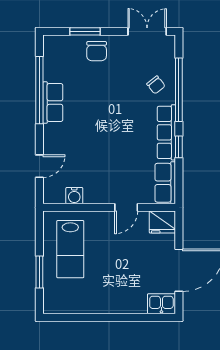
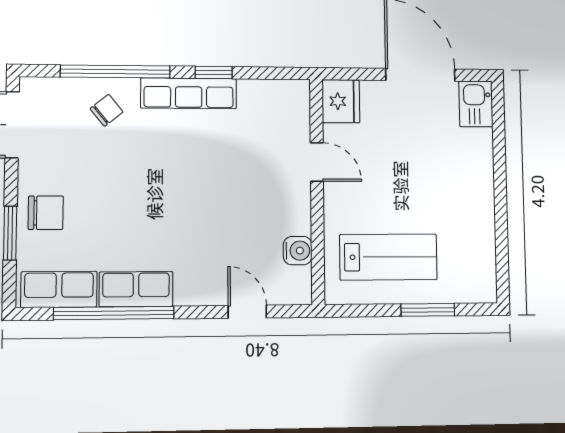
row of seats: (165, 183) -> (59, 289), moved, turned 180

